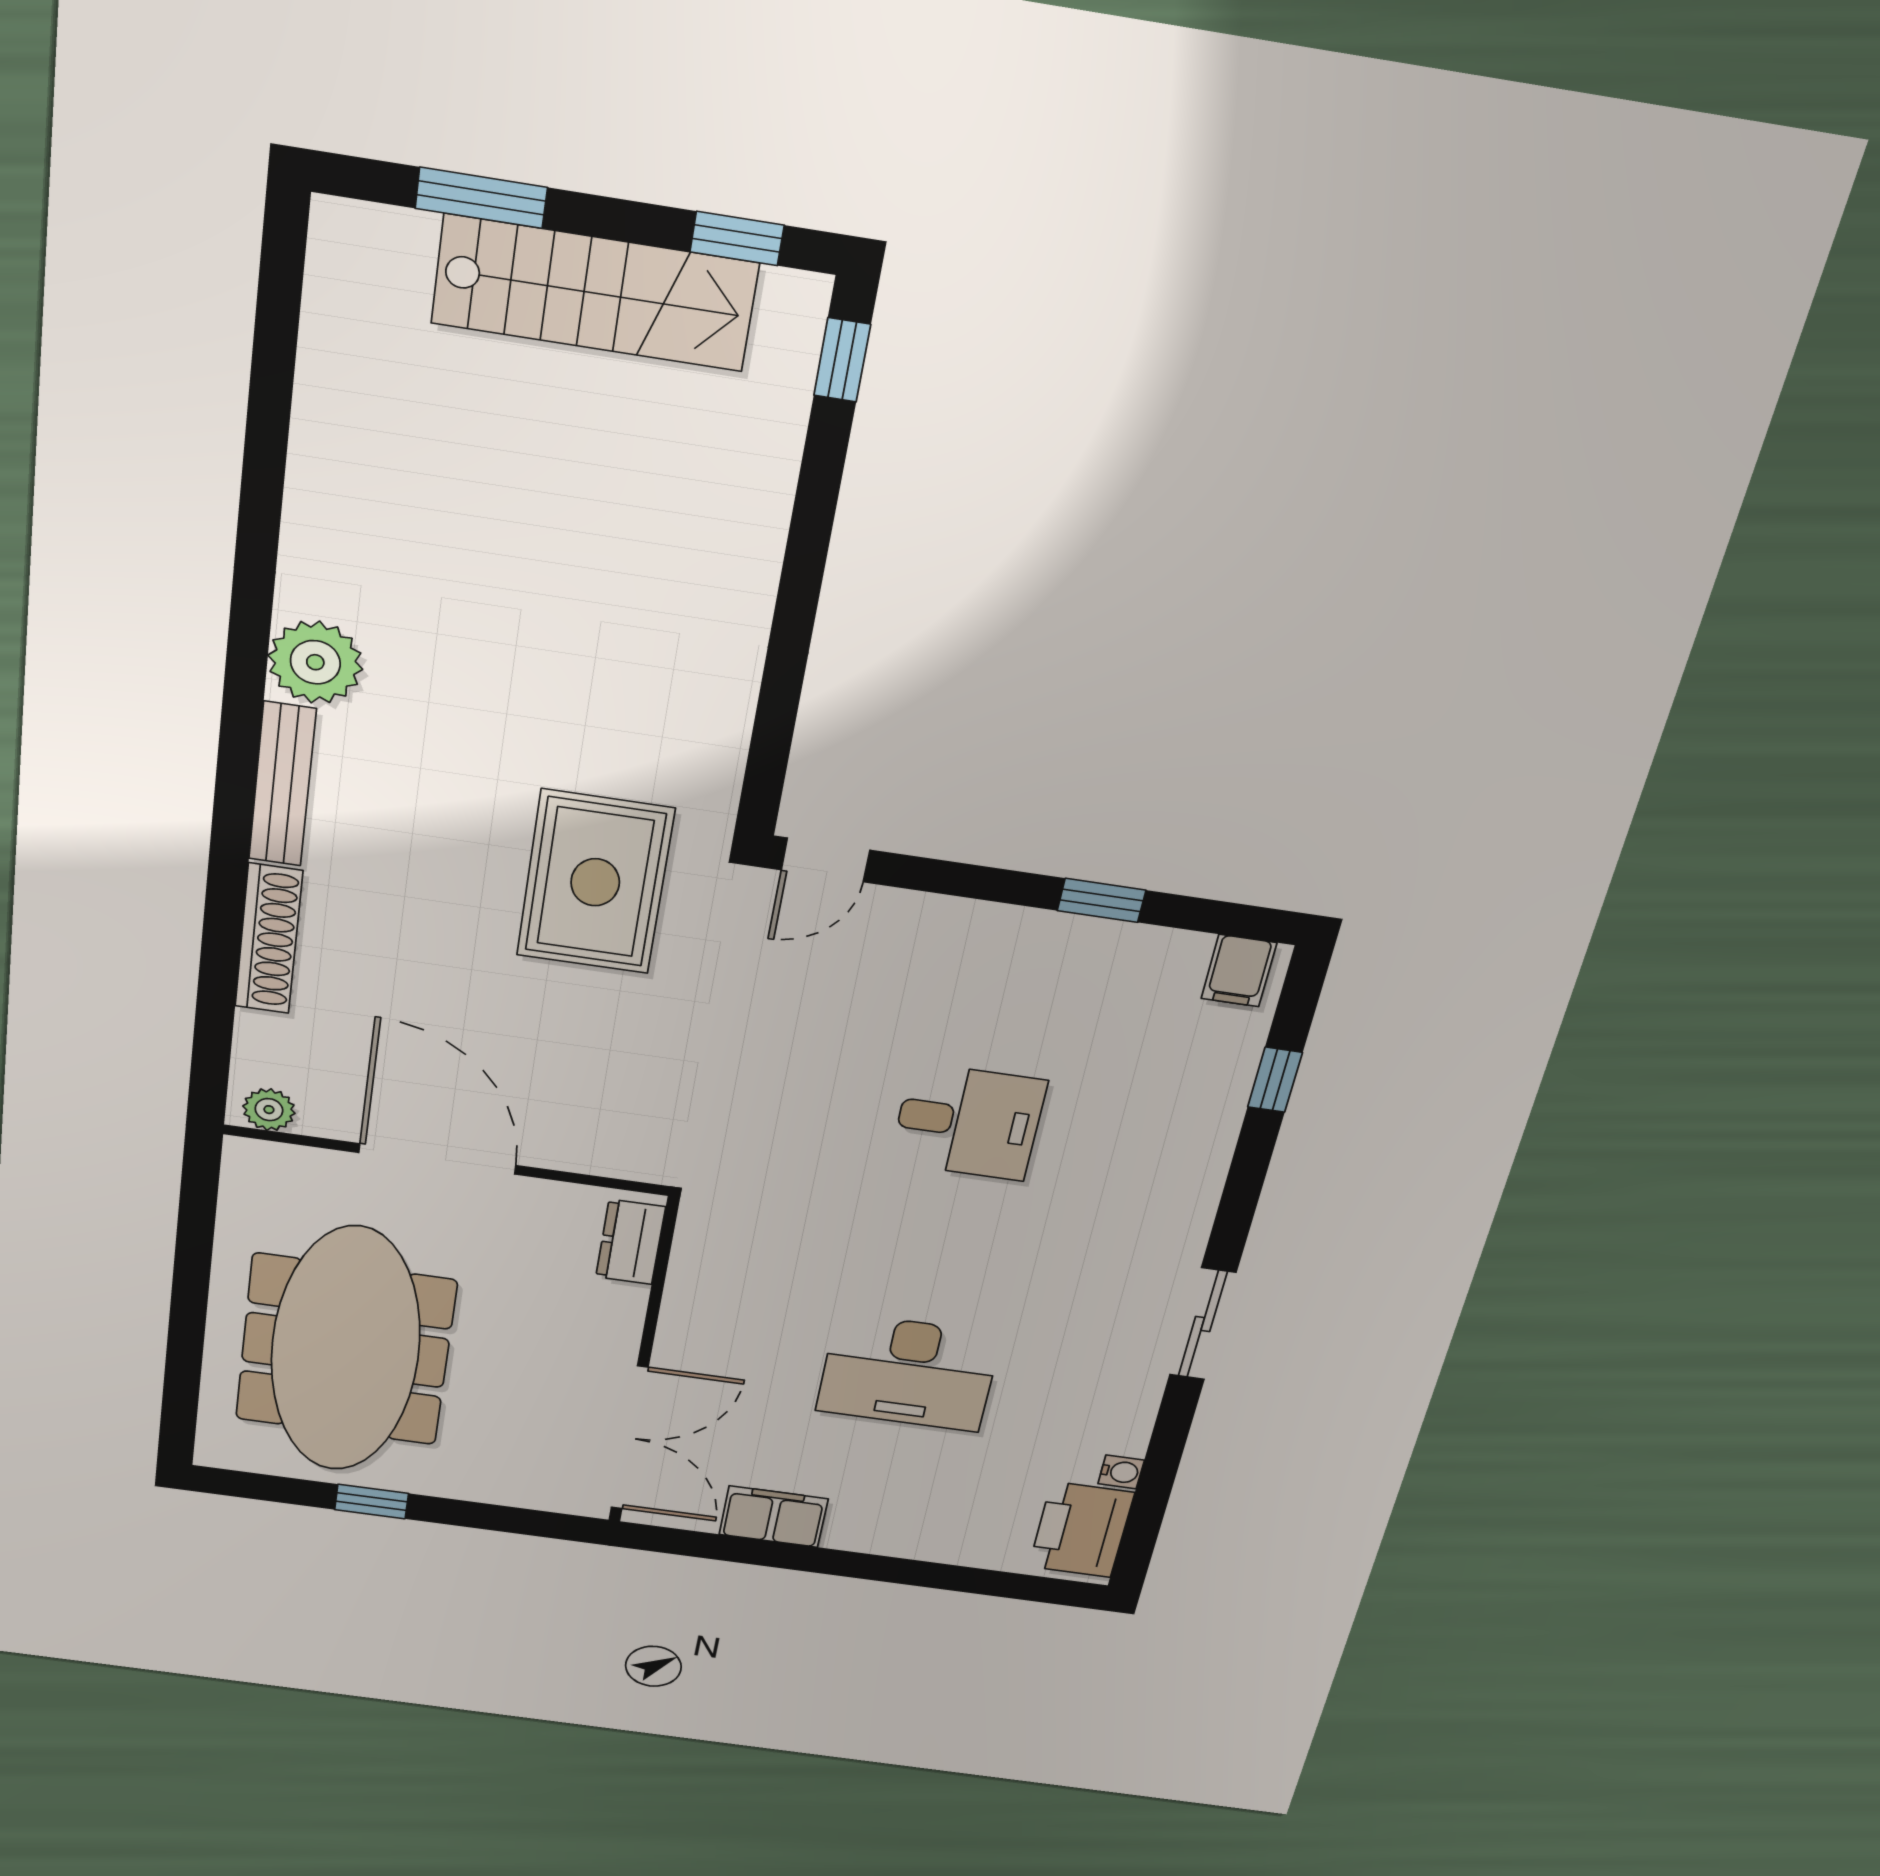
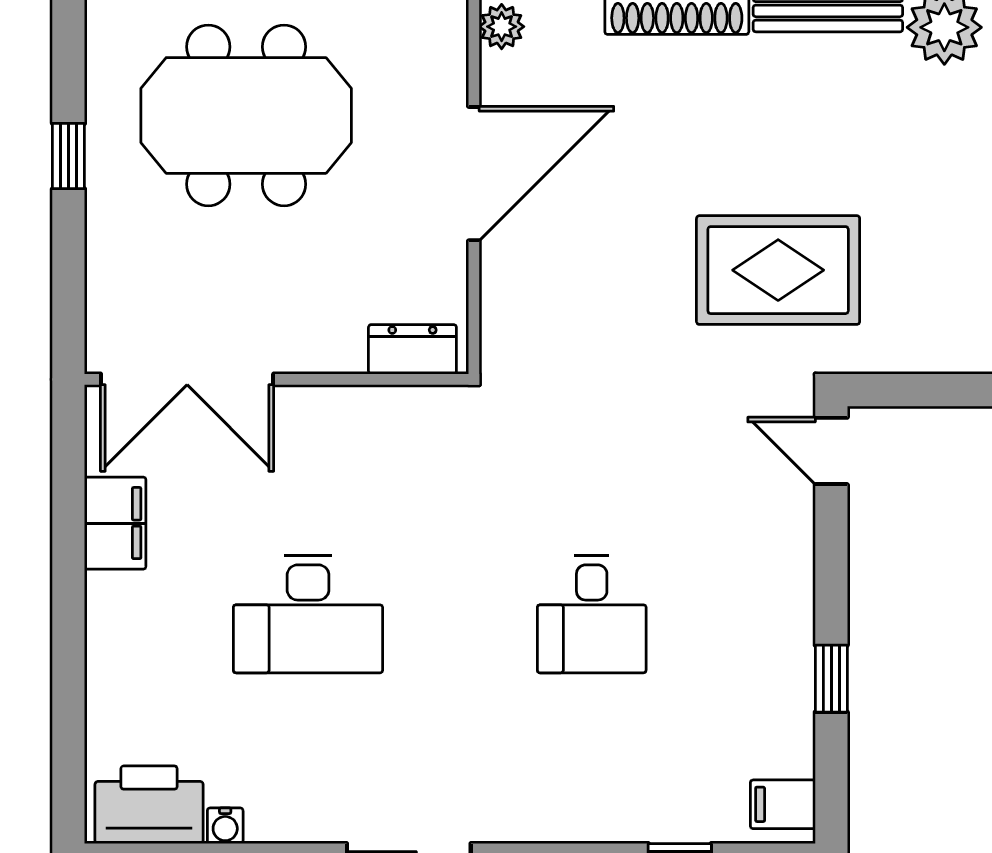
meeting table: (345, 1350) -> (246, 115), width x0.73
desk: (908, 1373) -> (308, 614), turned -90

